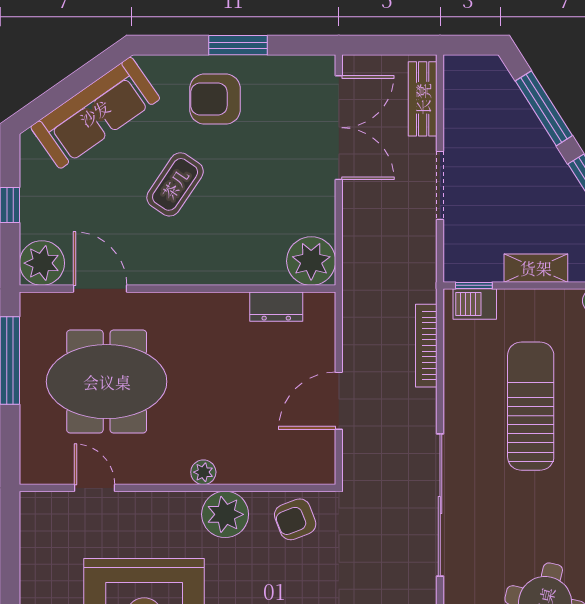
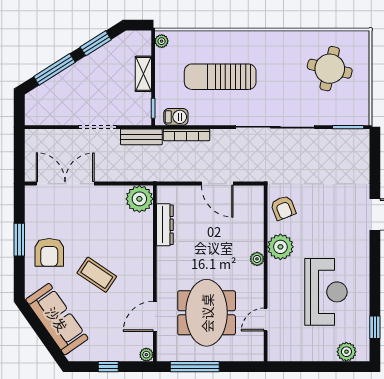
bench: (423, 99) -> (141, 137), moved
plant: (42, 263) -> (146, 355), width x0.53, depth x0.53
barbecue: (475, 304) -> (176, 117), moved, turned -90
dresser: (276, 307) -> (165, 225), width x1.44

